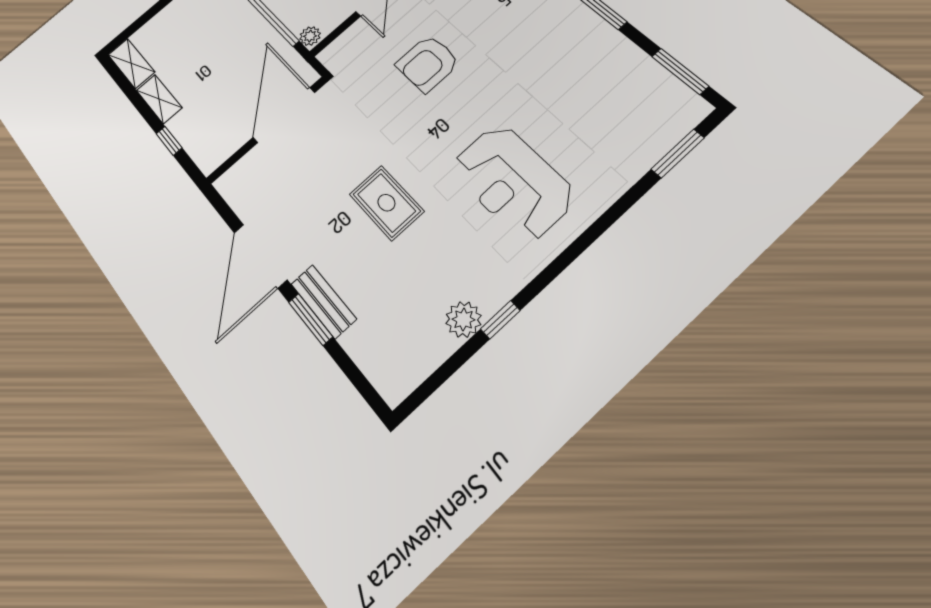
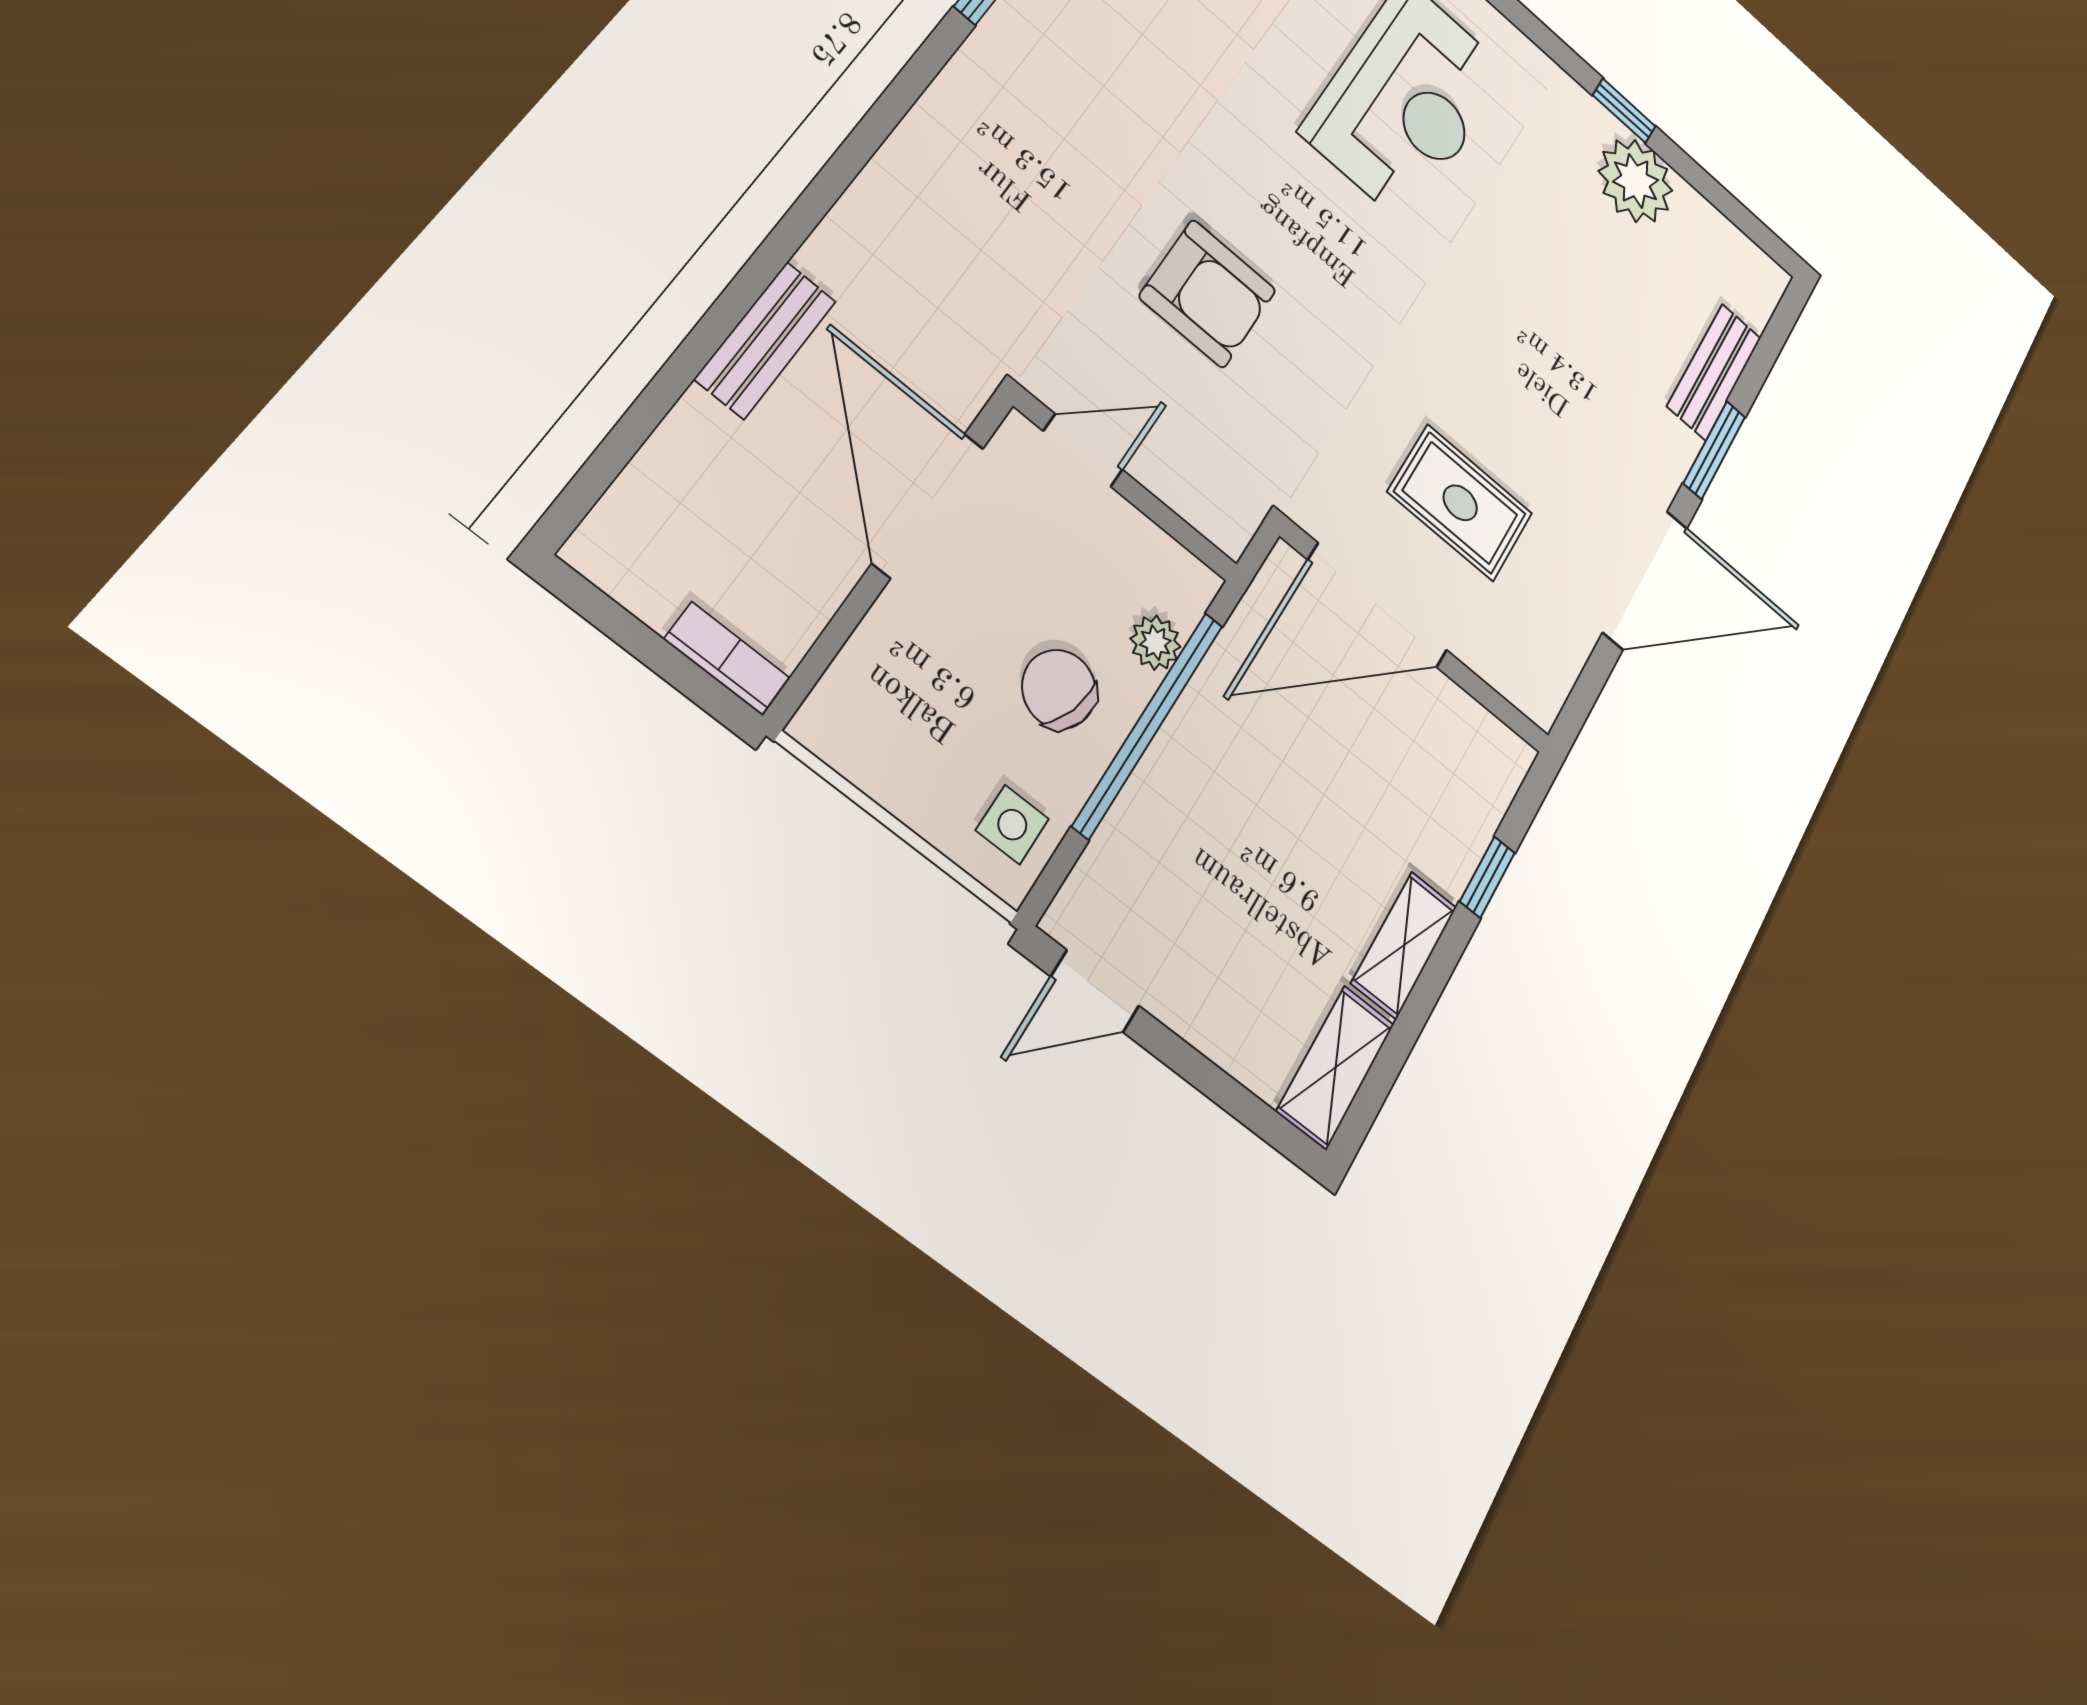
plant: (310, 36) -> (1155, 643), moved
rug: (386, 203) -> (1460, 503), moved, turned 90
bench: (323, 301) -> (1714, 372), moved
plant: (463, 319) -> (1636, 181), width x1.36, depth x1.36

